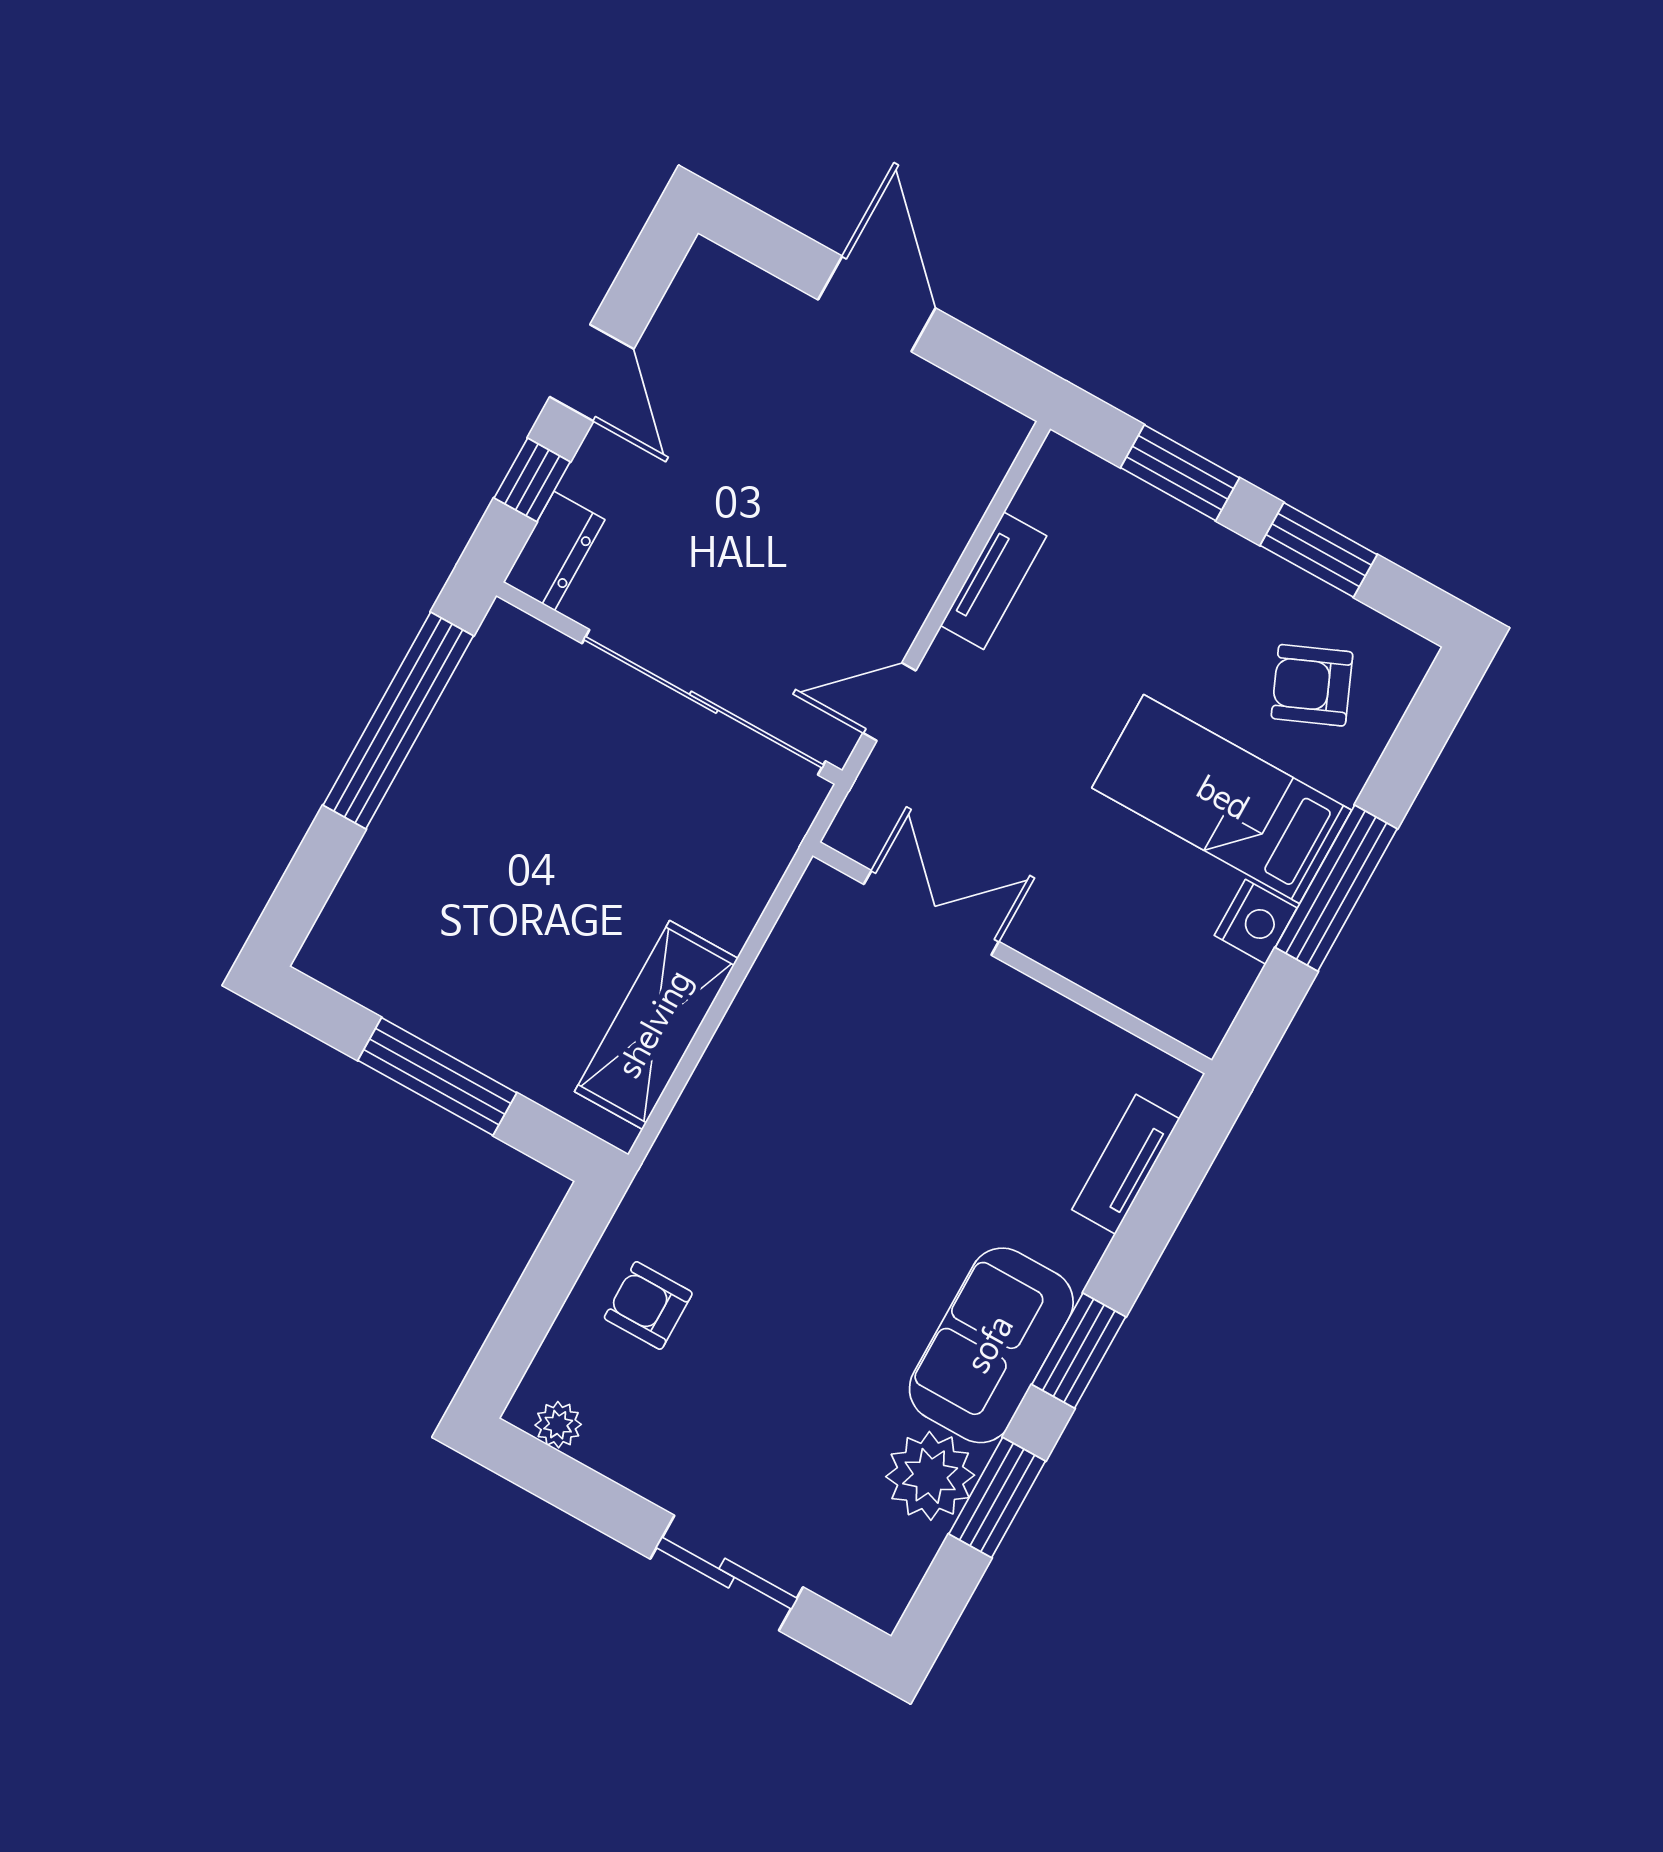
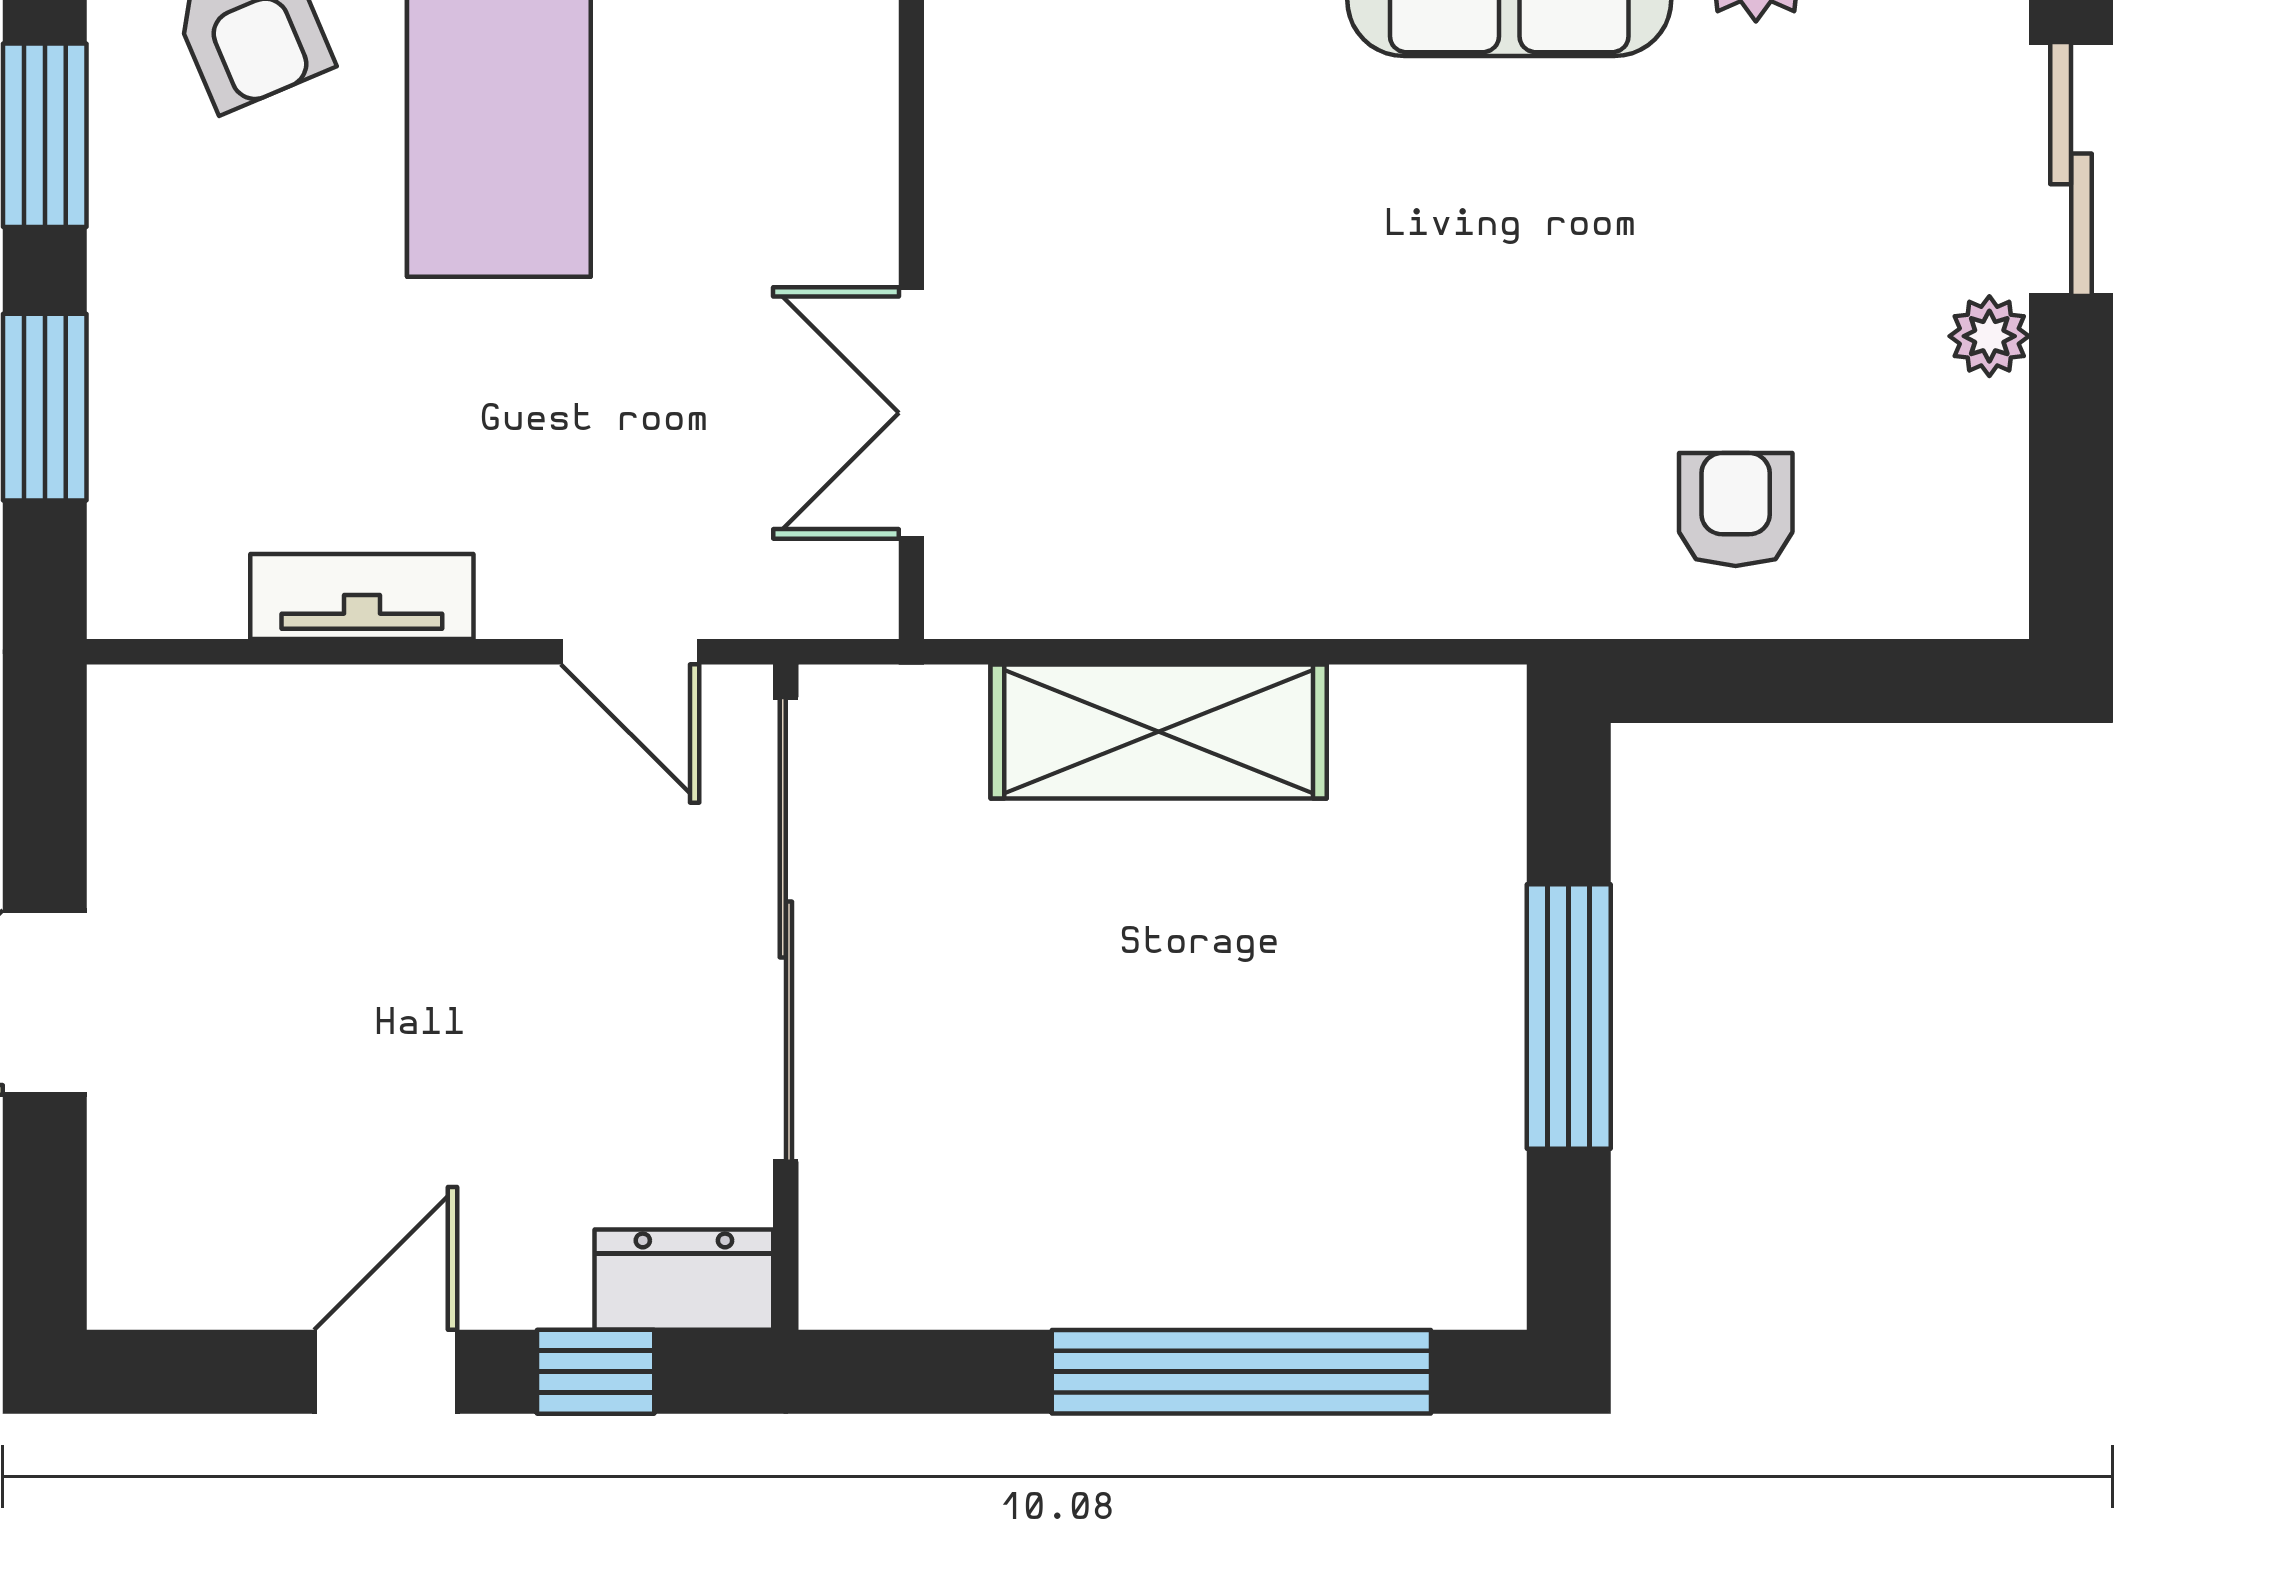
window: (398, 720) -> (1241, 1372), moved
shelving: (656, 1025) -> (1159, 731), moved
armchair: (648, 1305) -> (1736, 510), turned 180
plant: (558, 1425) -> (1989, 336), moved

